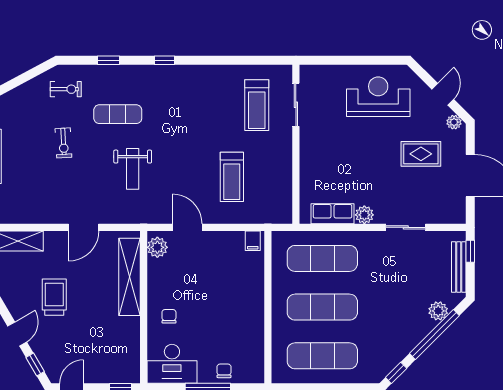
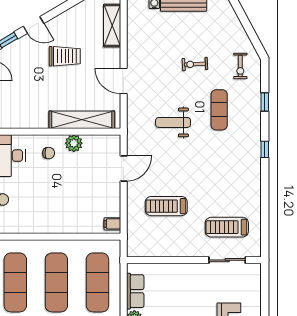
plant: (157, 247) -> (74, 143), moved

